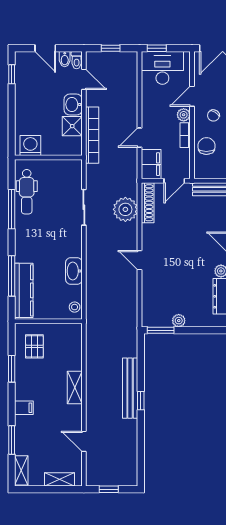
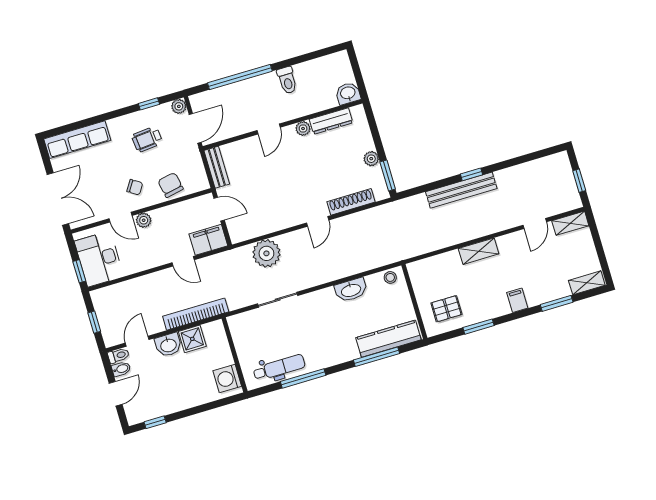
bookcase: (185, 135) -> (165, 212), removed
chair: (206, 146) -> (171, 185), turned 79
shoe rack: (148, 203) -> (351, 202), moved
shelving: (60, 479) -> (570, 223), moved, turned 90

